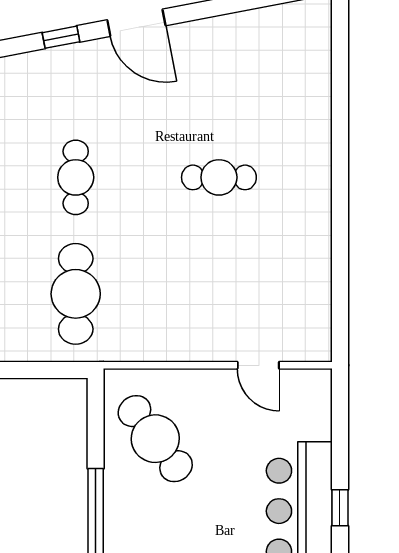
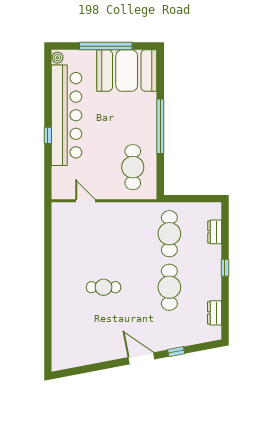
cafe table: (76, 177) -> (169, 287), width x1.37, depth x1.35
cafe table: (155, 439) -> (133, 167), turned 37

